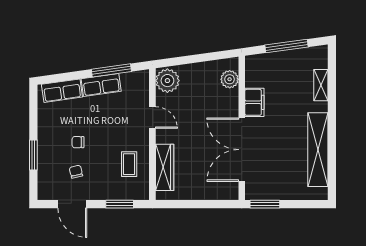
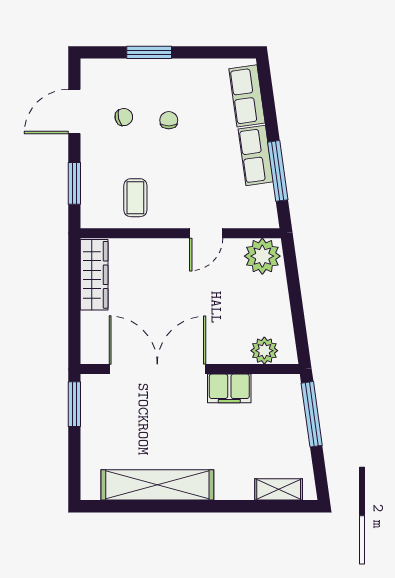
window: (286, 46) -> (312, 414), moved
shelving: (321, 85) -> (279, 489), moved
coffee table: (129, 164) -> (135, 198), turned 90
wardrobe: (165, 167) -> (94, 275), moved, turned -90

